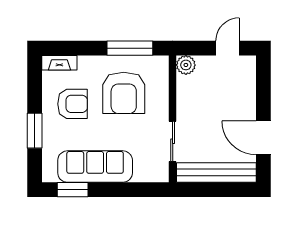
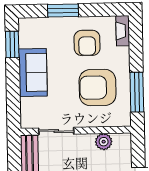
plant: (186, 65) -> (104, 142), moved
sofa: (95, 167) -> (33, 72), width x0.73

